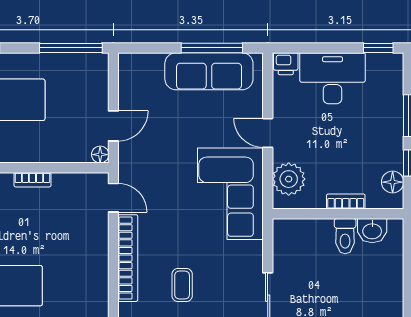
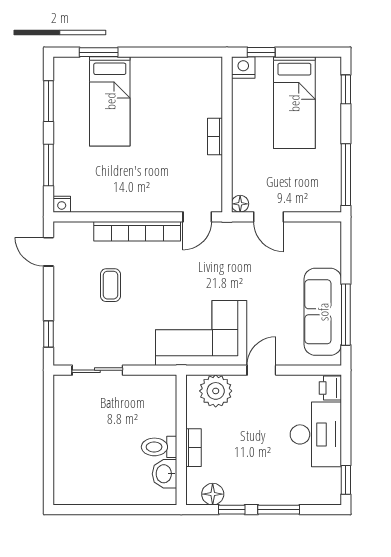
coffee table: (182, 285) -> (110, 285), turned 90

